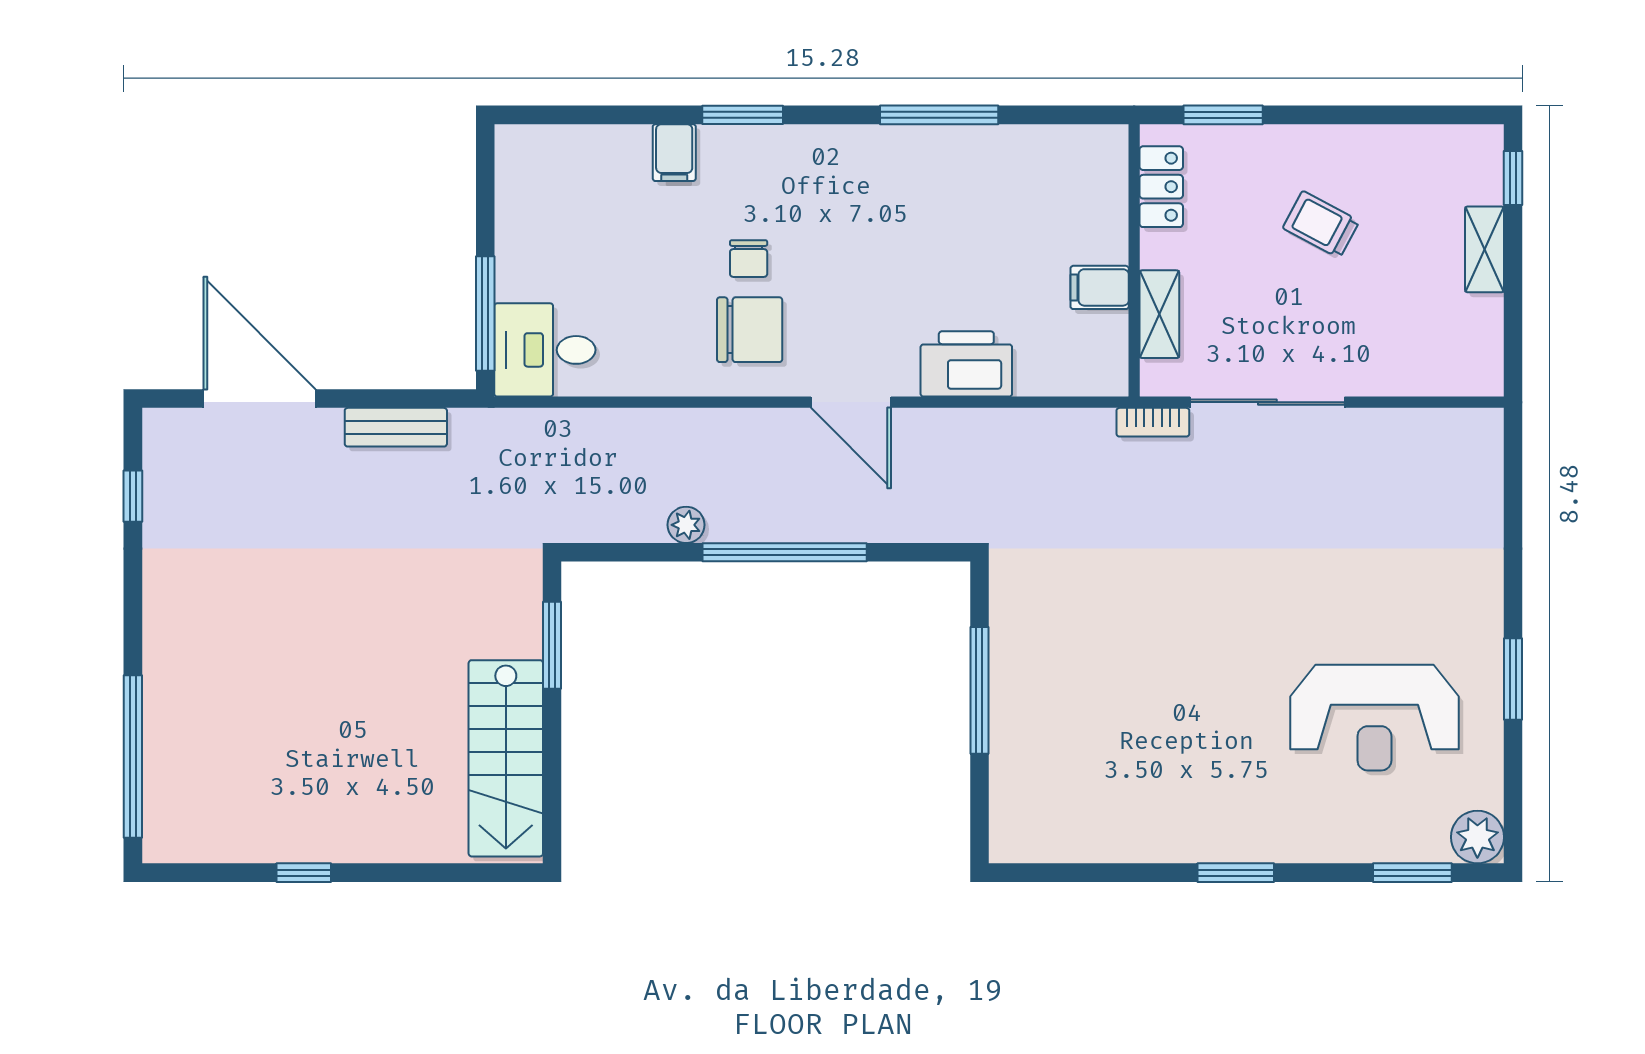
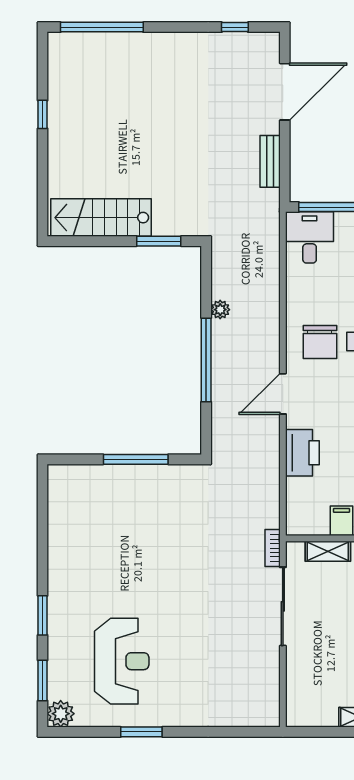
reception desk: (1374, 718) -> (122, 661), turned 180
window: (1236, 873) -> (43, 615), moved

